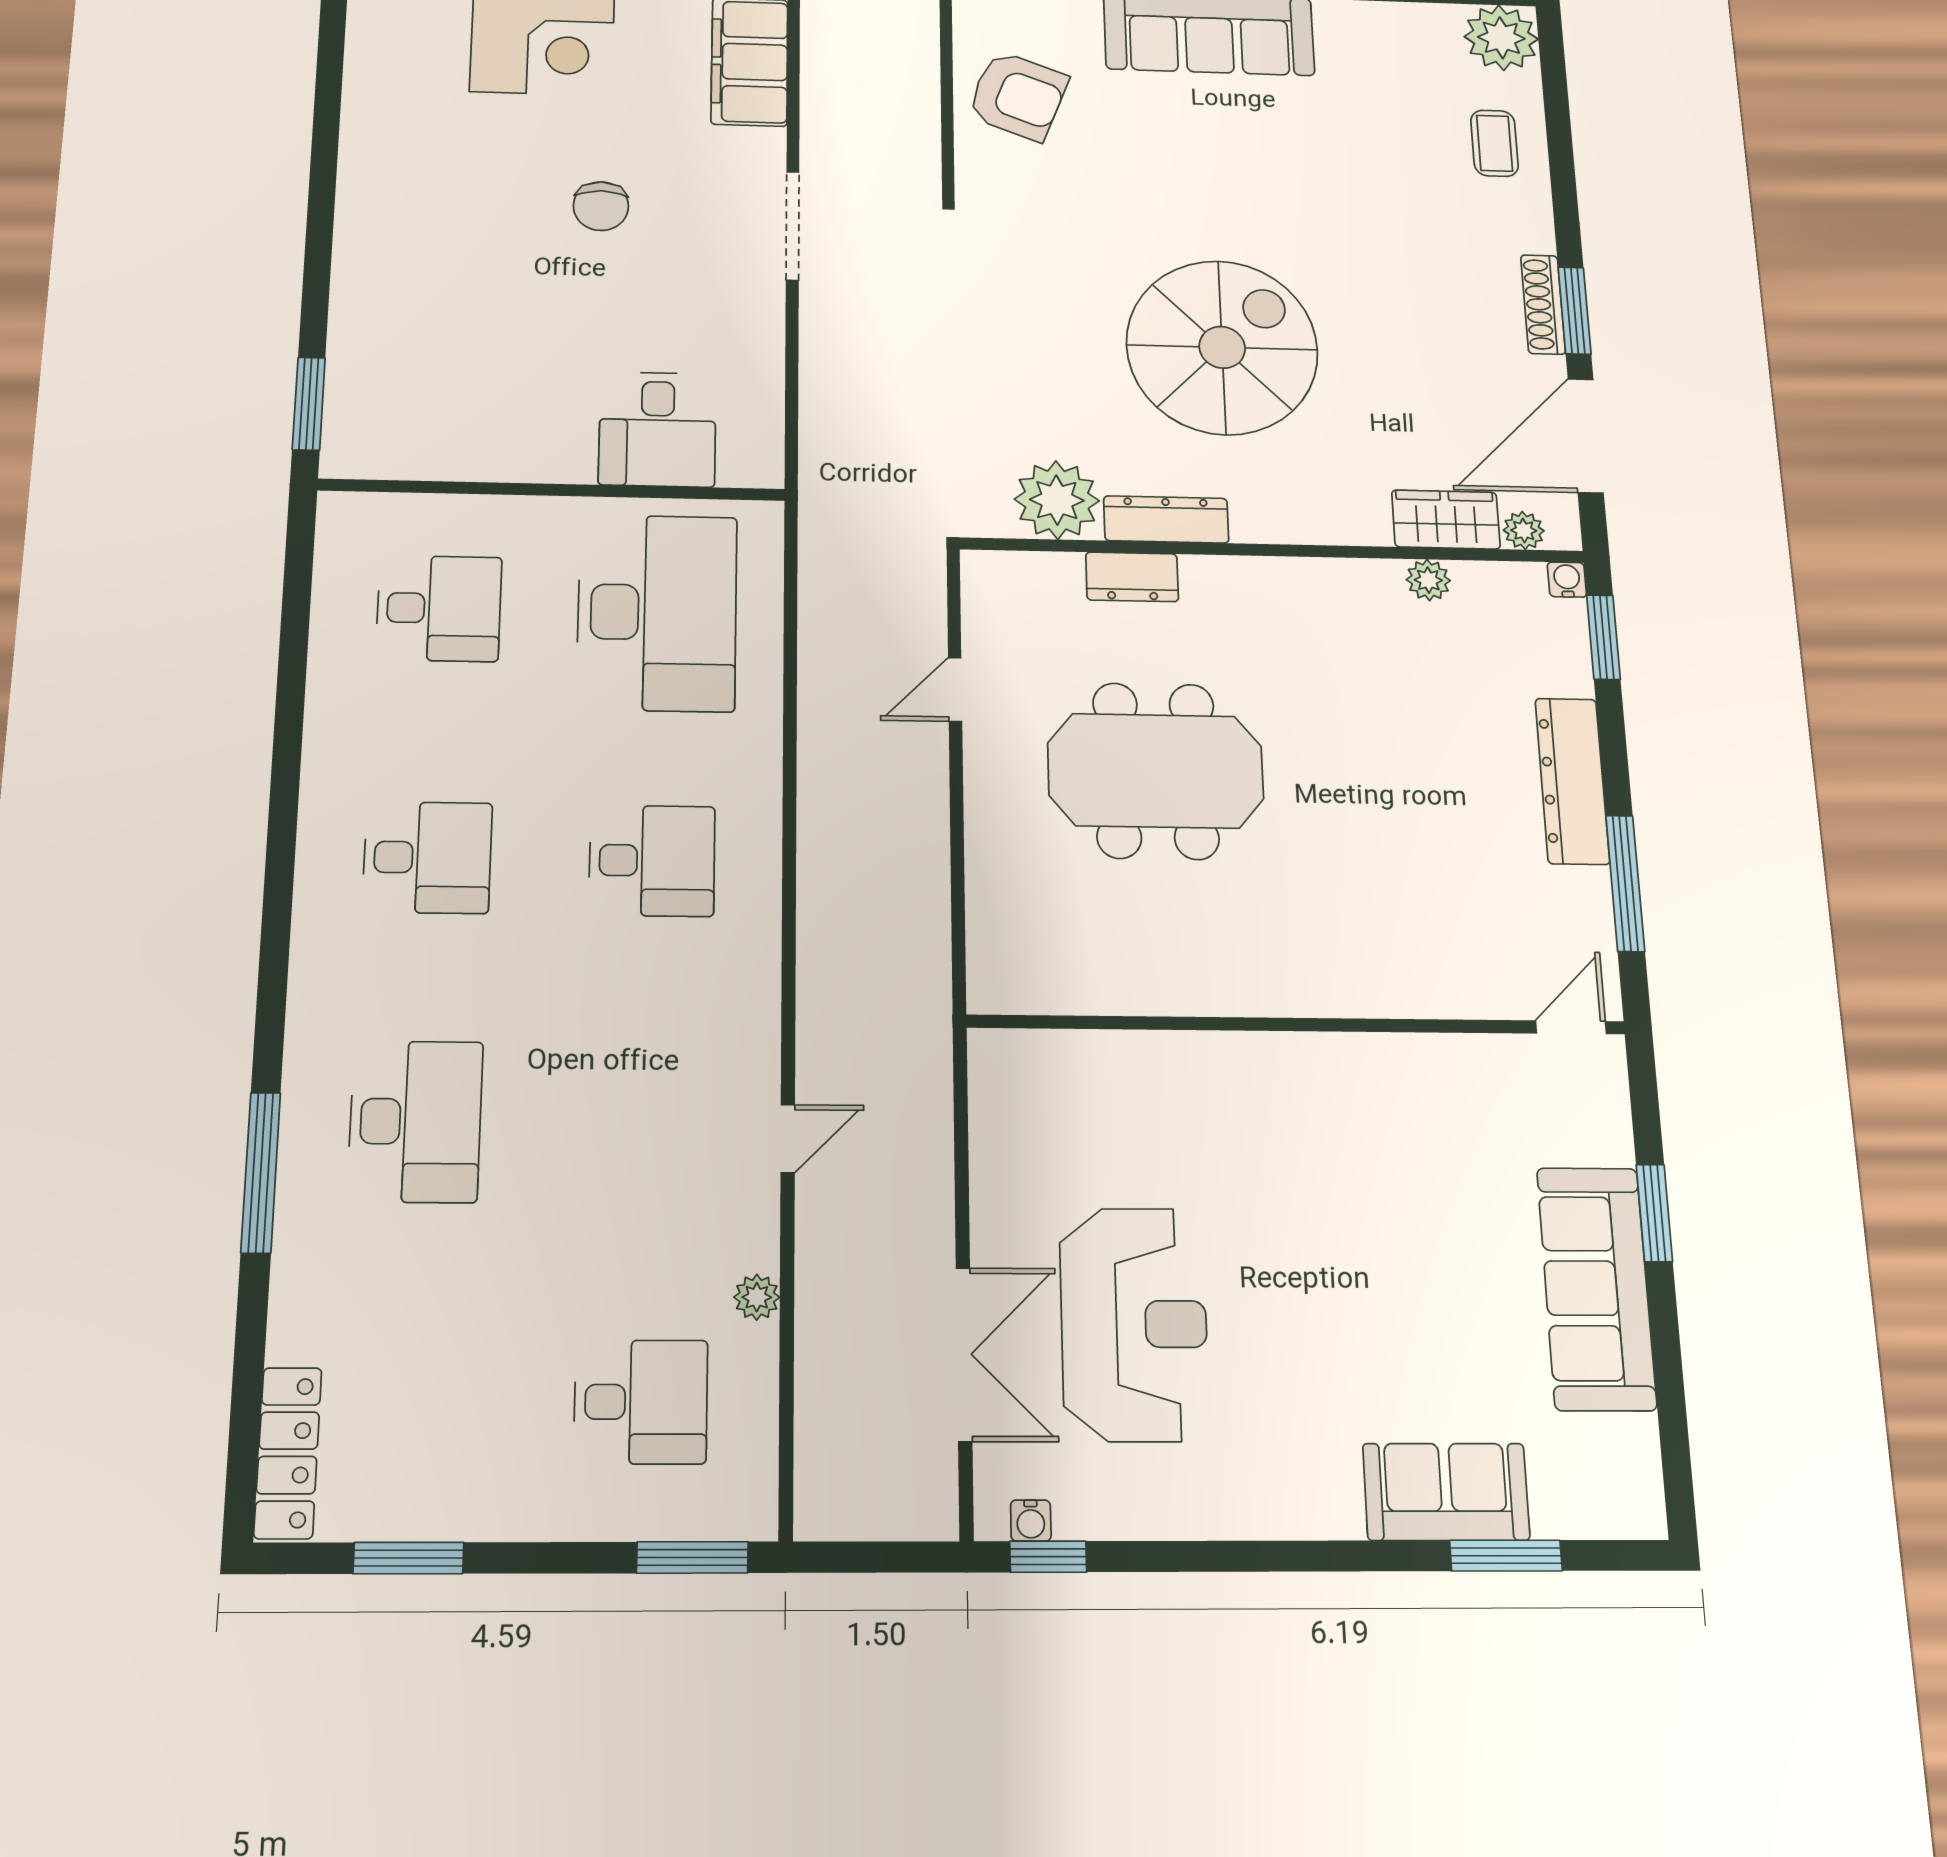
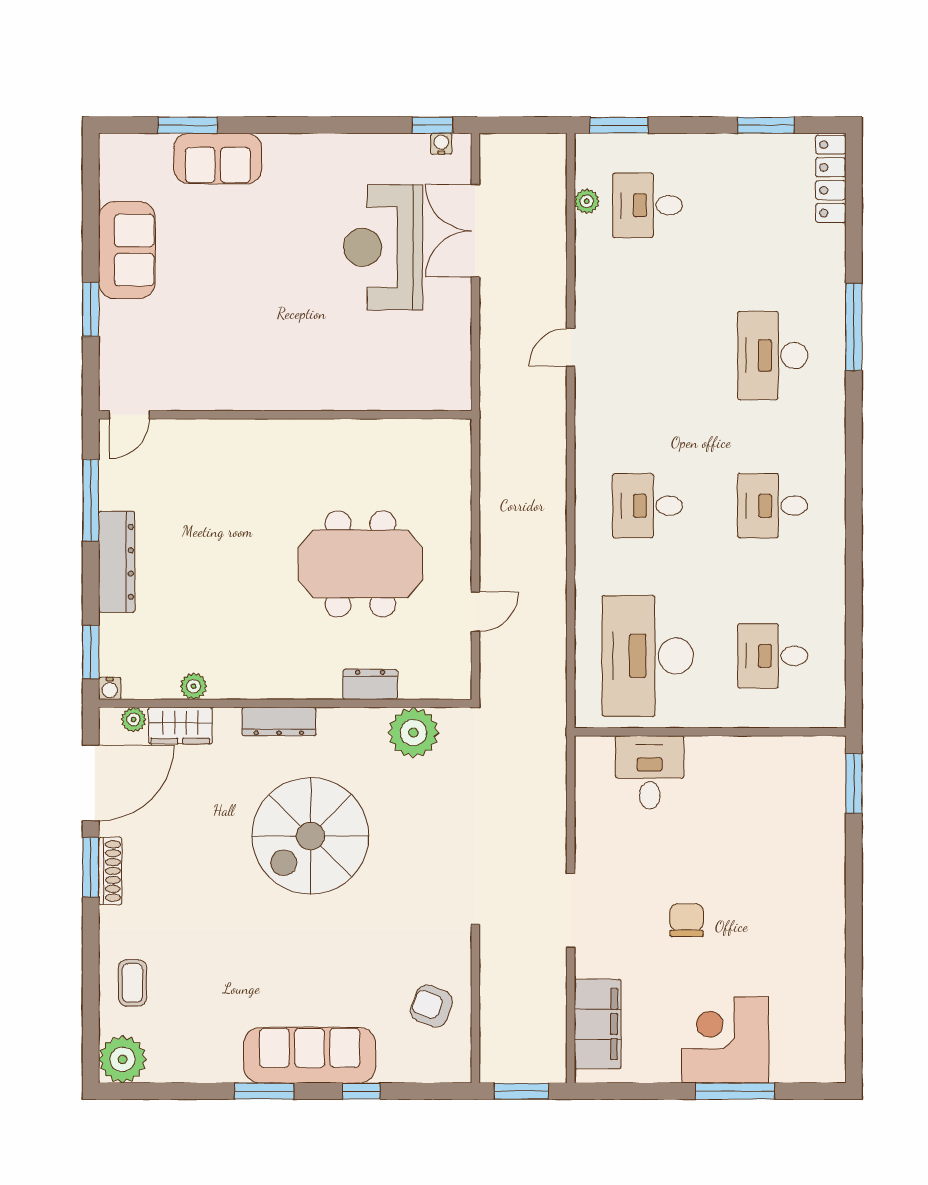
armchair: (1018, 96) -> (431, 1006), width x0.72, depth x0.72
dresser: (1166, 519) -> (279, 722), moved
sofa: (1596, 1288) -> (127, 250), width x0.73
plant: (757, 1297) -> (587, 201), moved

